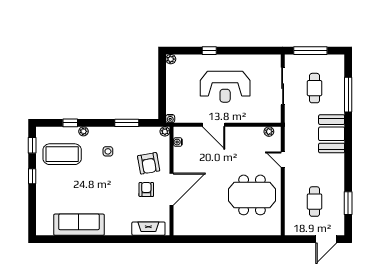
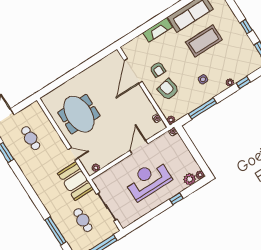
plant: (184, 61) -> (190, 179), added
window: (127, 123) -> (202, 109), width x1.44
door: (214, 125) -> (139, 147), hinge flipped
booth: (332, 134) -> (75, 181), moved
coffee table: (62, 154) -> (204, 41), moved
door: (171, 189) -> (133, 71), moved
meeting table: (252, 195) -> (79, 114), turned 90
fireplace: (148, 229) -> (158, 30), moved

